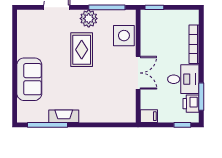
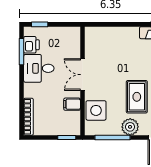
bookcase: (194, 44) -> (28, 117), moved
filing cabinet: (149, 116) -> (72, 104), moved

